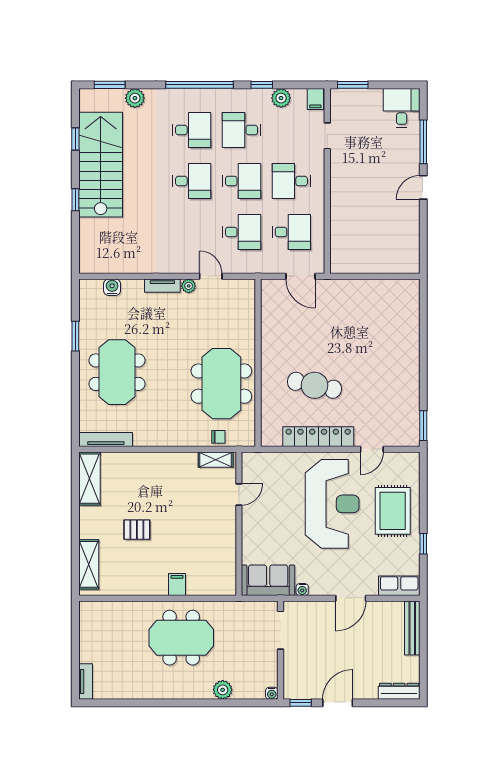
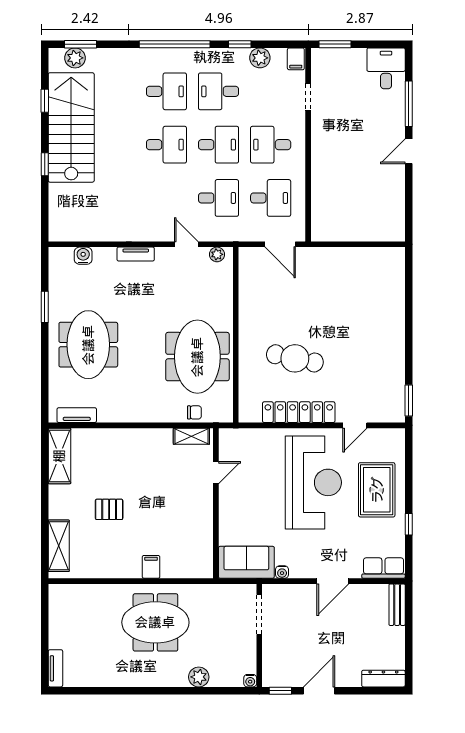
plant: (135, 98) -> (75, 58), moved
plant: (189, 286) -> (217, 254), moved
tv unit: (106, 440) -> (77, 415), width x0.71
bench: (412, 628) -> (397, 605), width x0.73

